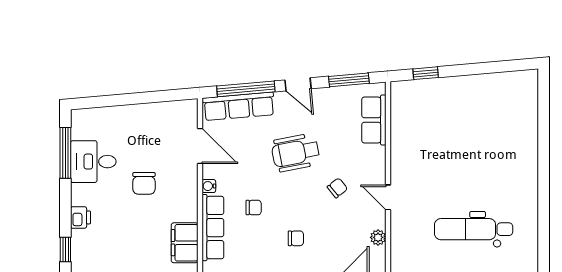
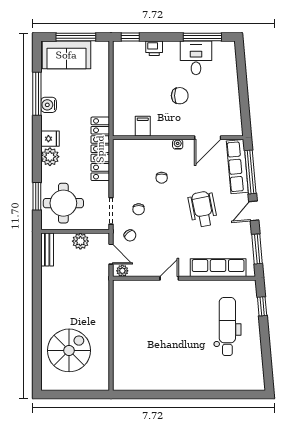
row of seats: (374, 120) -> (218, 268), width x1.48
chair: (144, 183) -> (180, 96), turned 180
chair: (337, 188) -> (130, 235), moved
row of seats: (213, 228) -> (147, 147), removed
dental chair: (474, 229) -> (227, 327), moved
plant: (378, 237) -> (122, 271), moved
filing cabinet: (185, 243) -> (143, 126), width x0.50

